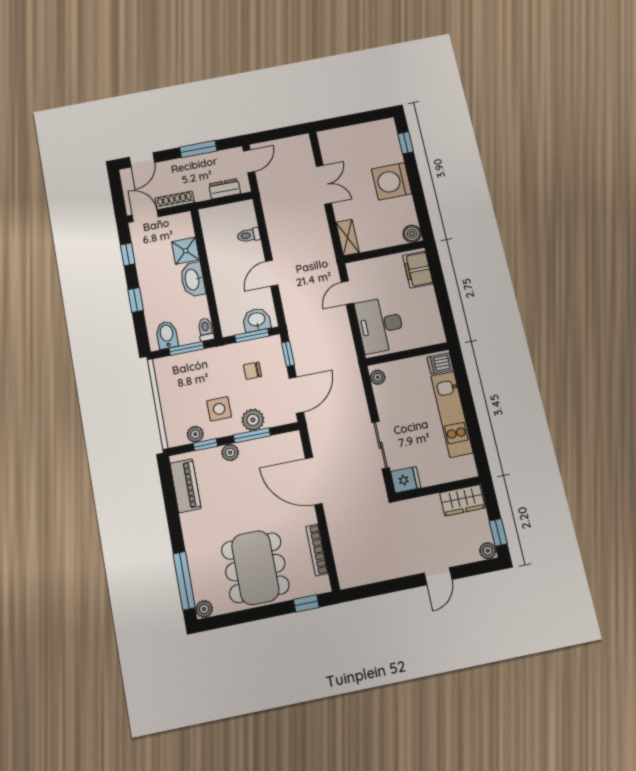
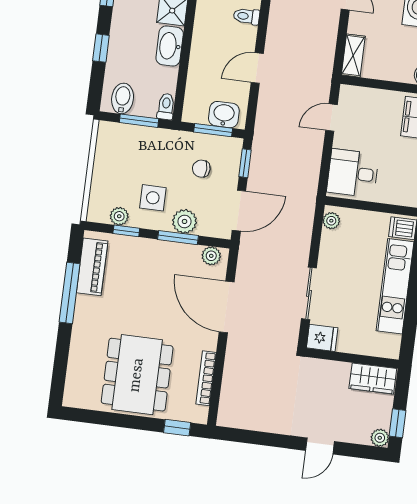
desk: (380, 325) -> (353, 173), width x0.73
plant: (230, 453) -> (211, 256), moved
window: (184, 581) -> (70, 293), moved
plant: (204, 609) -> (72, 398), removed

